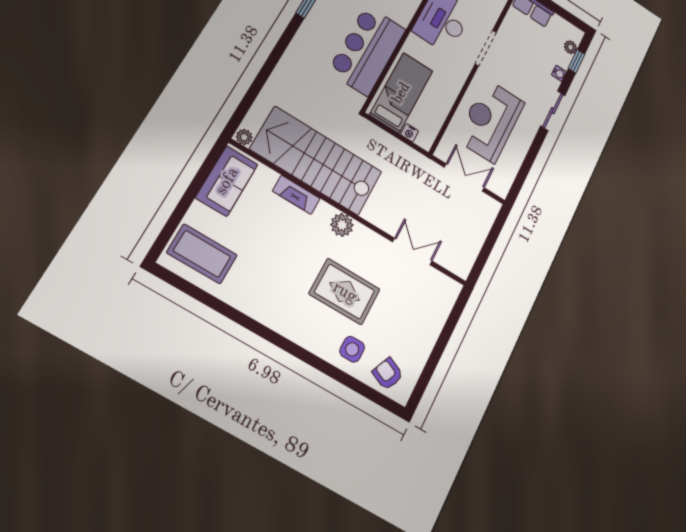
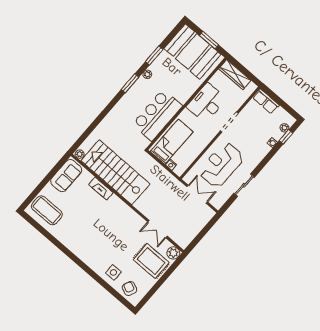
sliding door: (553, 111) -> (244, 185), moved
plant: (342, 225) -> (173, 253), moved
double door: (412, 251) -> (158, 229), swing flipped
rug: (345, 292) -> (151, 261), moved

